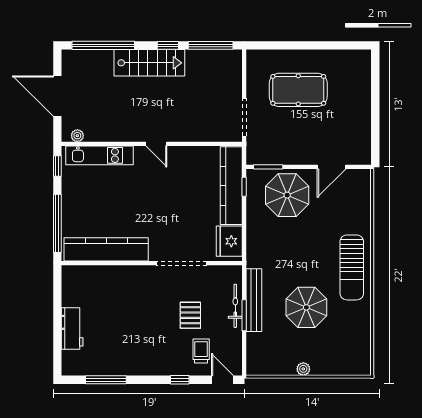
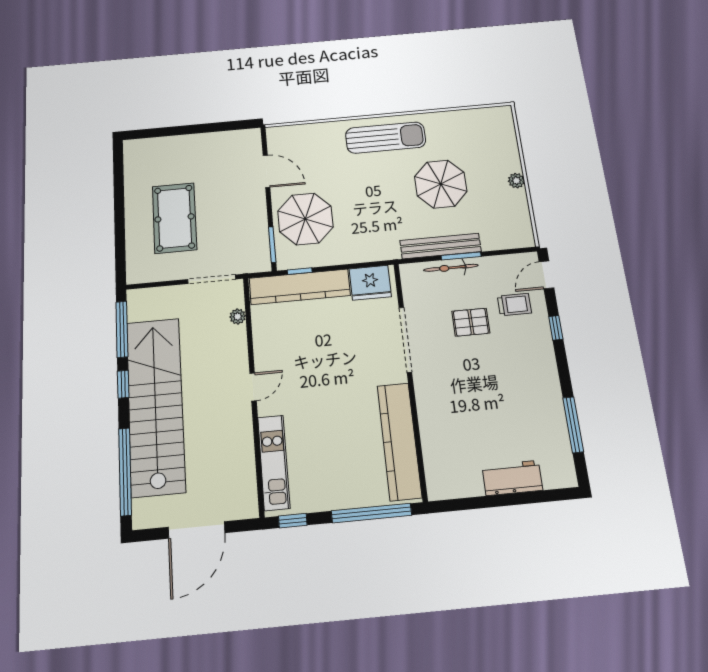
stairs: (149, 63) -> (156, 406), width x1.86, depth x1.51
plant: (77, 136) -> (238, 316), moved
trolley: (201, 351) -> (514, 304), turned 180

